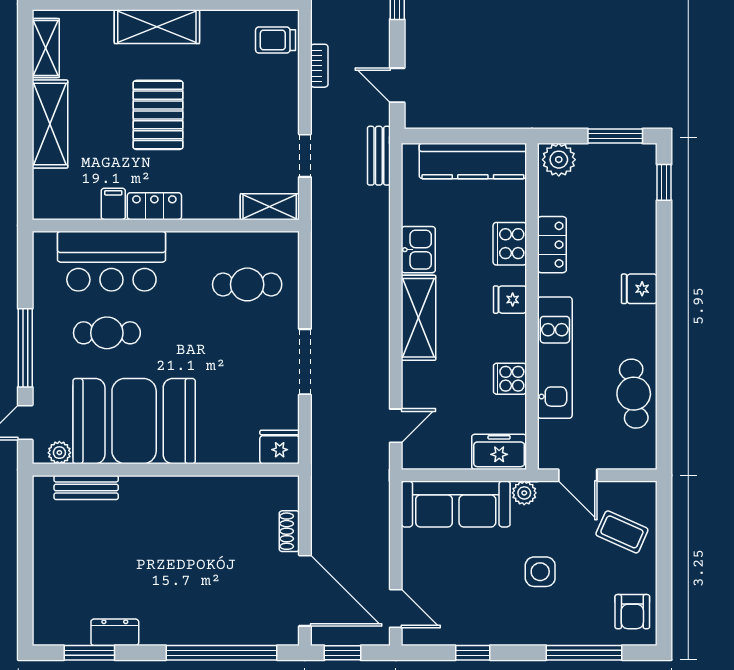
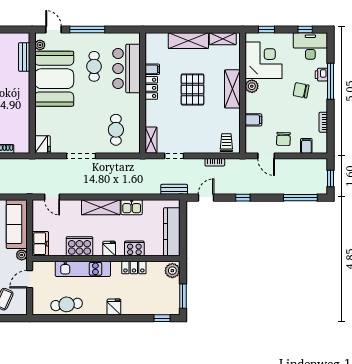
pallet: (158, 115) -> (193, 89), turned 90
cooker: (510, 379) -> (79, 246), width x1.87, depth x1.31

